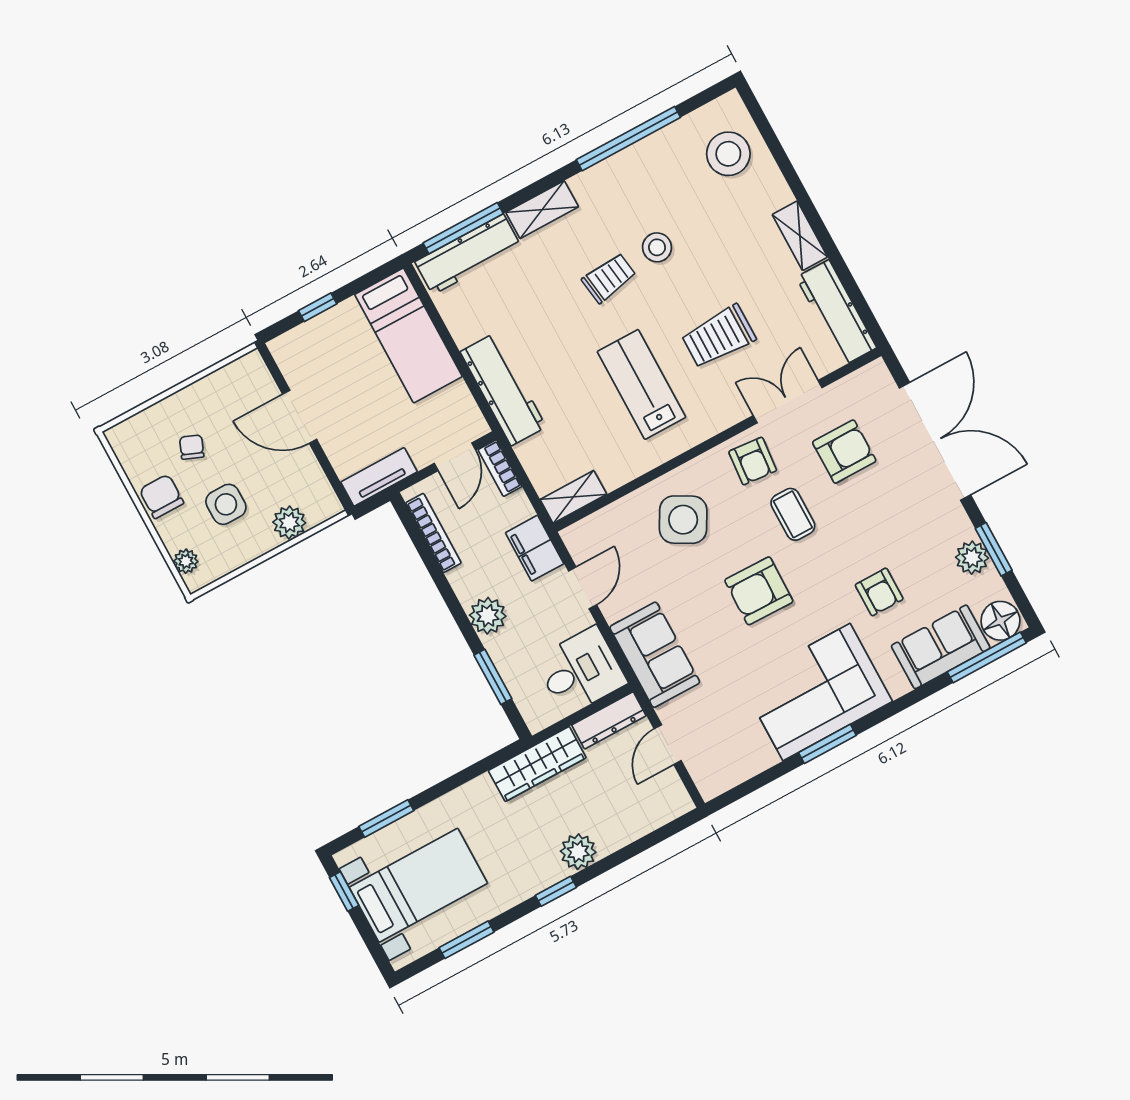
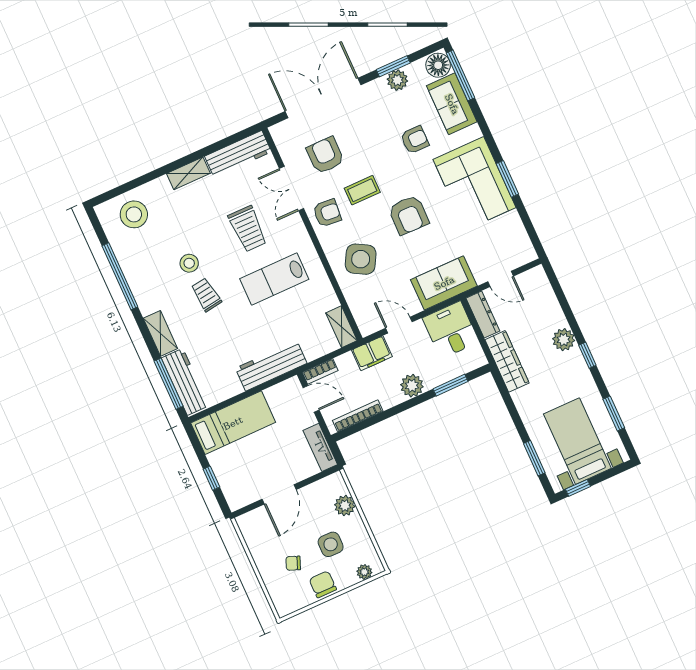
chair: (161, 496) -> (323, 584), turned 90

